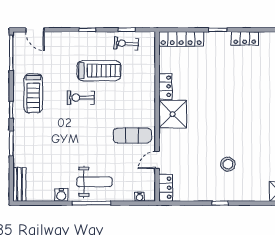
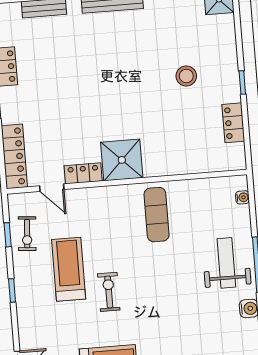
exercise bike: (81, 98) -> (109, 292), turned 180
door: (157, 160) -> (52, 188), moved
locker: (166, 188) -> (233, 123), moved, turned -90

